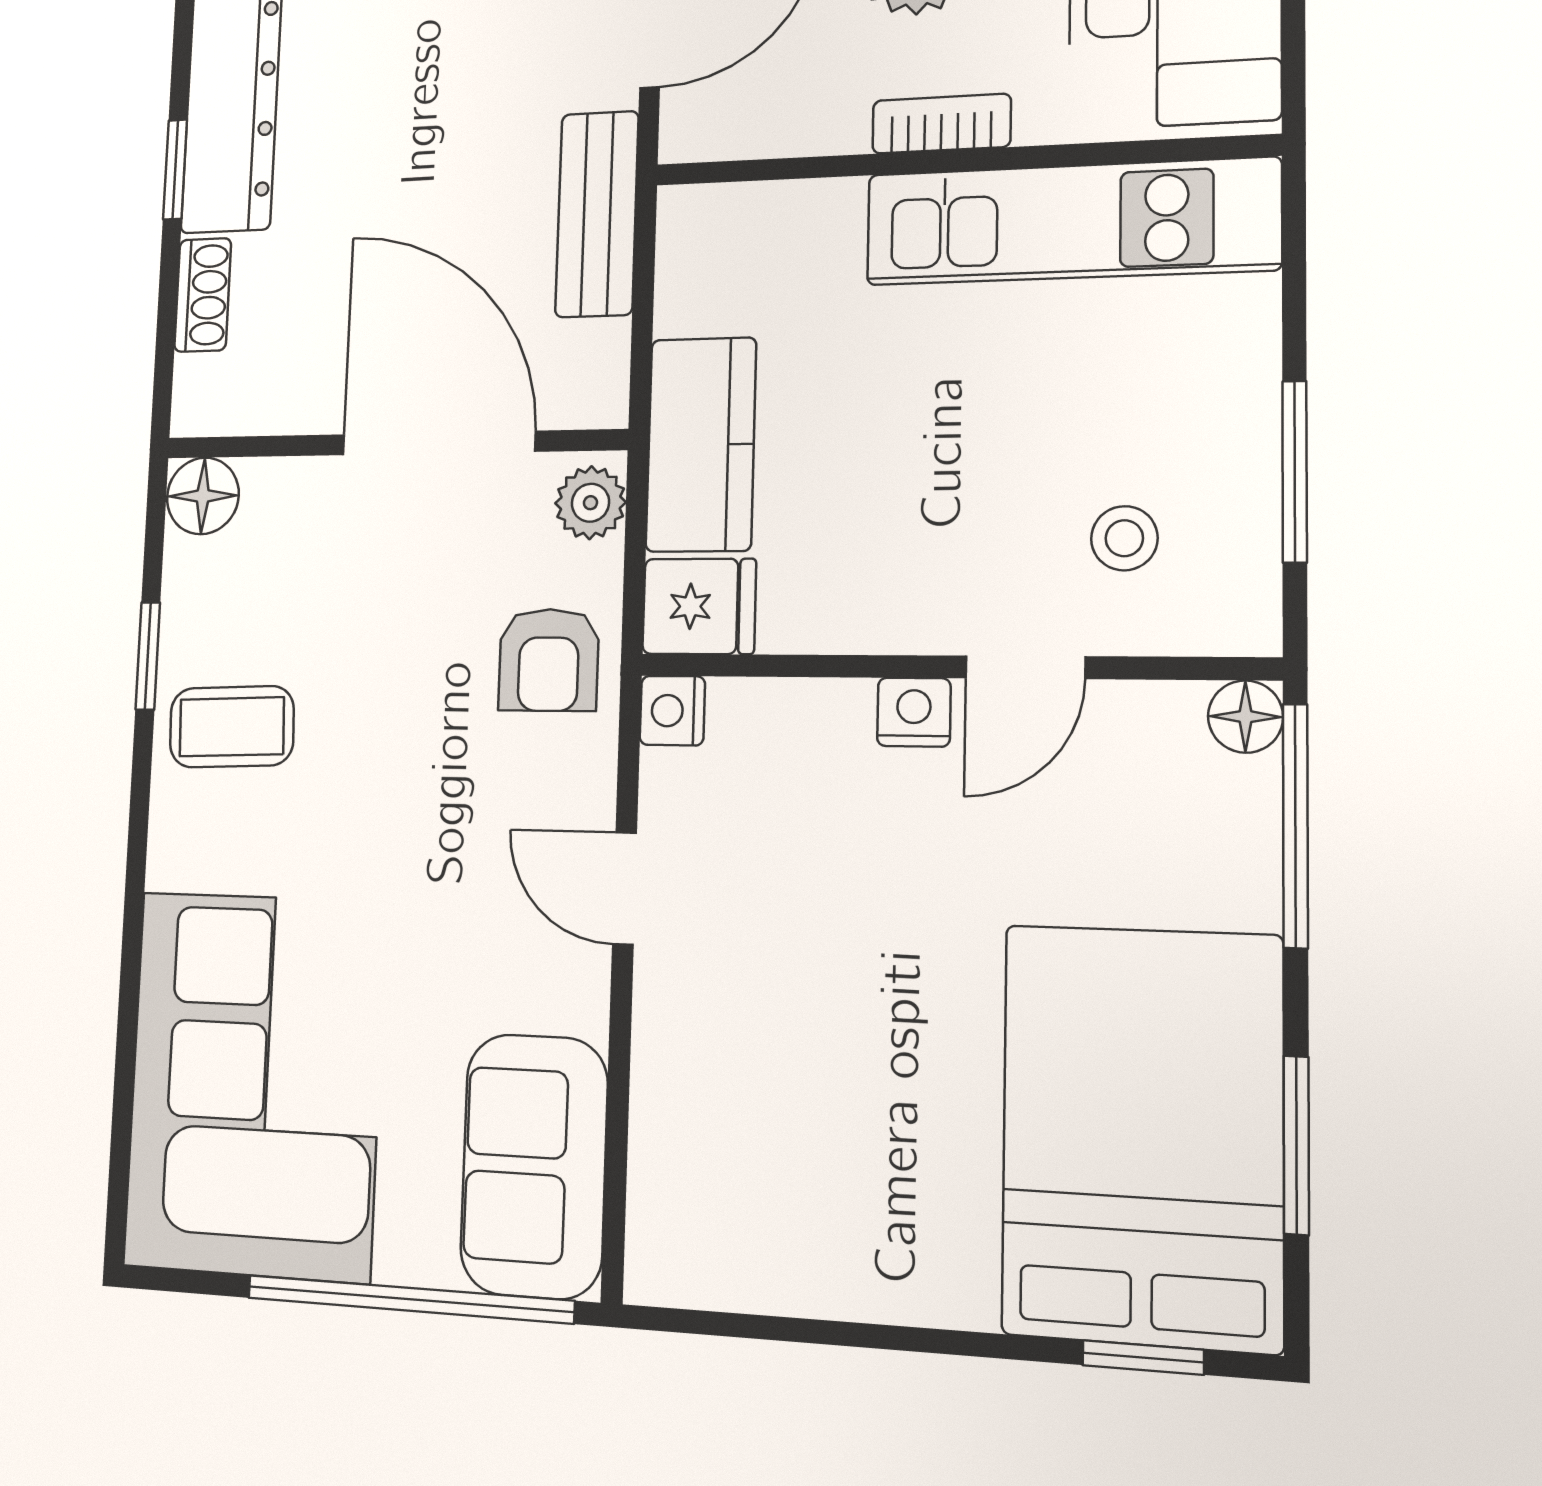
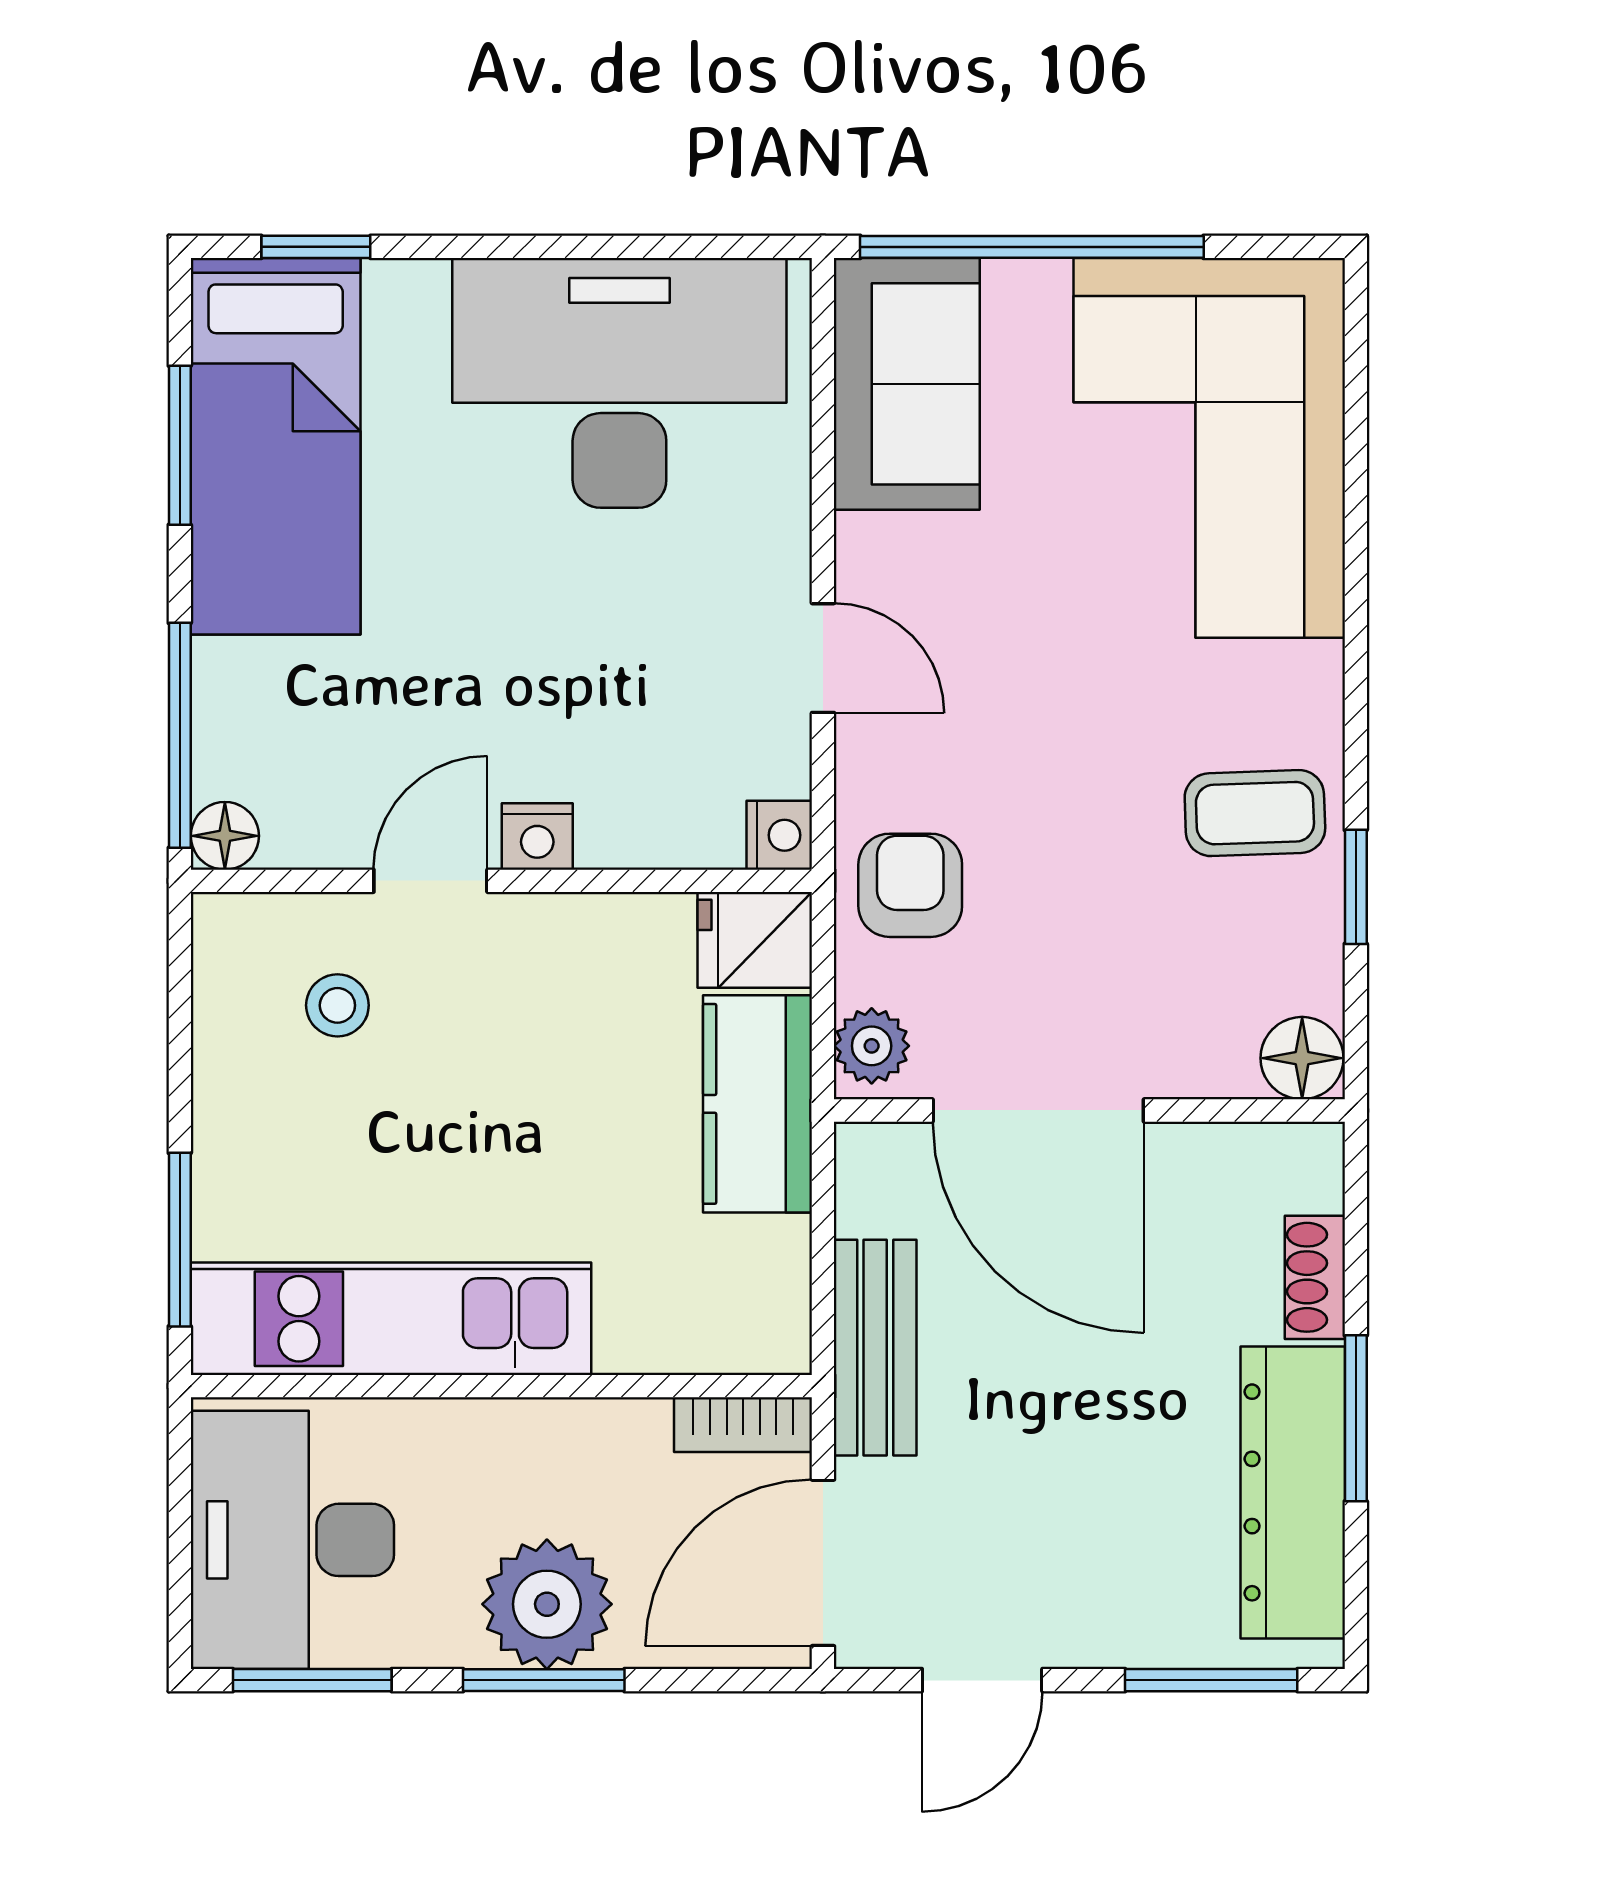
bookcase: (941, 124) -> (743, 1425), moved
window: (175, 169) -> (1356, 1418), width x1.50
window: (1295, 472) -> (180, 1240), moved
bed: (1142, 1135) -> (276, 446), width x0.67
desk: (820, 1185) -> (619, 383), added

